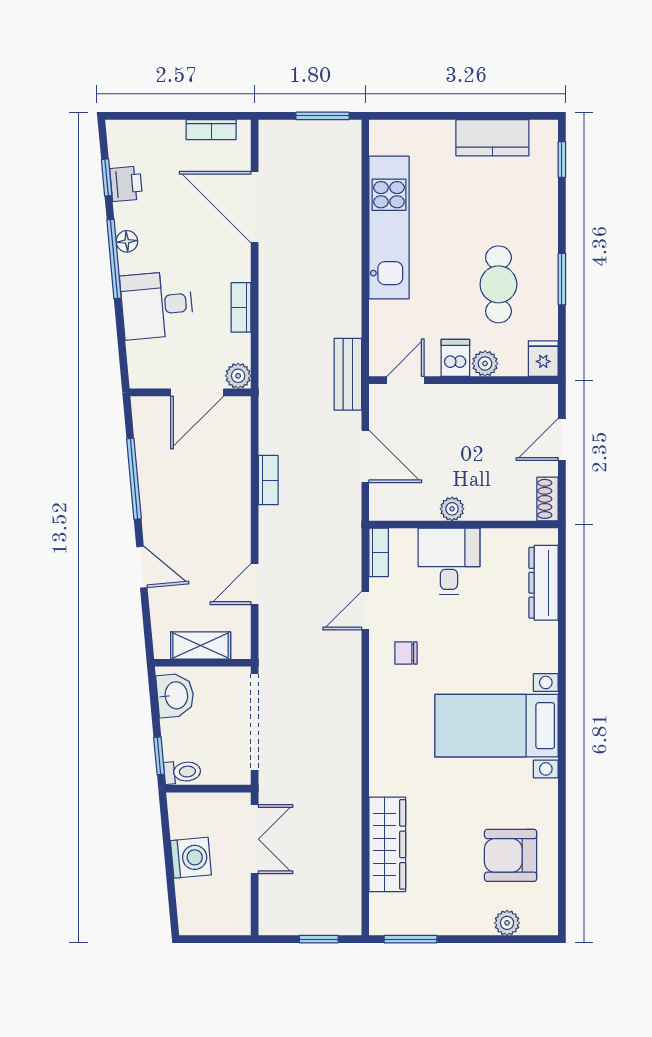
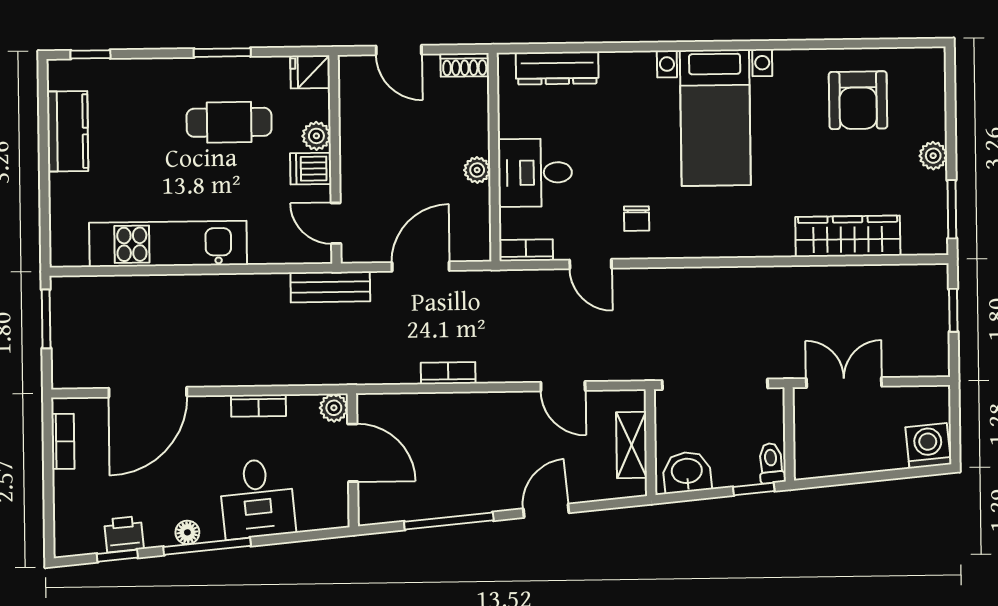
washing machine: (191, 858) -> (928, 446), moved
plant: (507, 923) -> (933, 156), moved

